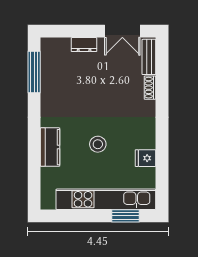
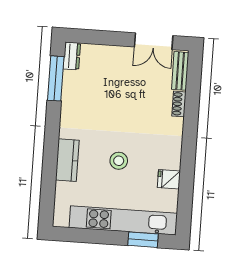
dresser: (84, 45) -> (72, 56), moved, turned -90

